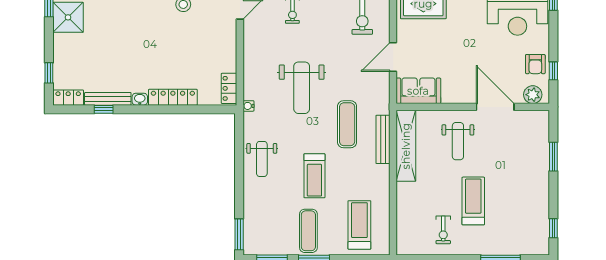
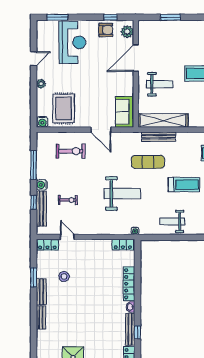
weight bench: (262, 159) -> (172, 221), turned 180

